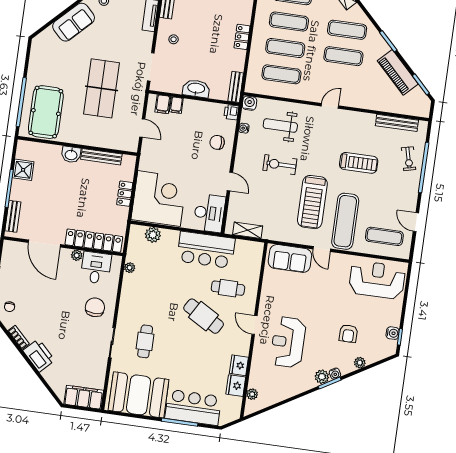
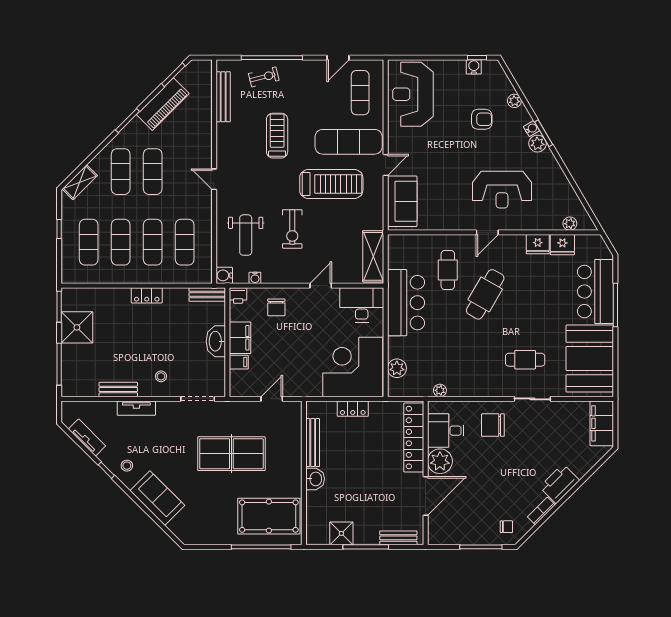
filing cabinet: (163, 104) -> (240, 338), moved, width x2.00
shelving: (248, 230) -> (373, 256), width x1.50, depth x1.33
plant: (77, 255) -> (440, 461), width x1.87, depth x1.87

